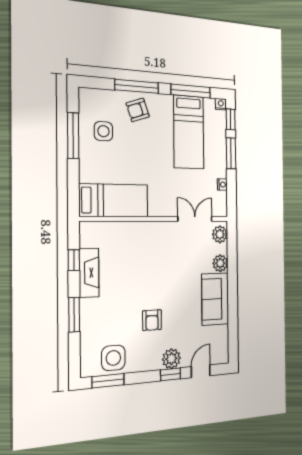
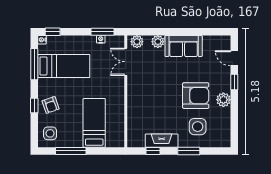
window: (137, 86) -> (34, 105), width x0.46
side table: (103, 131) -> (50, 133), moved
window: (231, 153) -> (103, 32), moved
bed: (114, 200) -> (94, 123), moved
armchair: (152, 320) -> (196, 96), width x1.88, depth x1.88
side table: (113, 358) -> (198, 127), moved
plant: (171, 359) -> (223, 100), moved
window: (108, 381) -> (234, 128), removed

